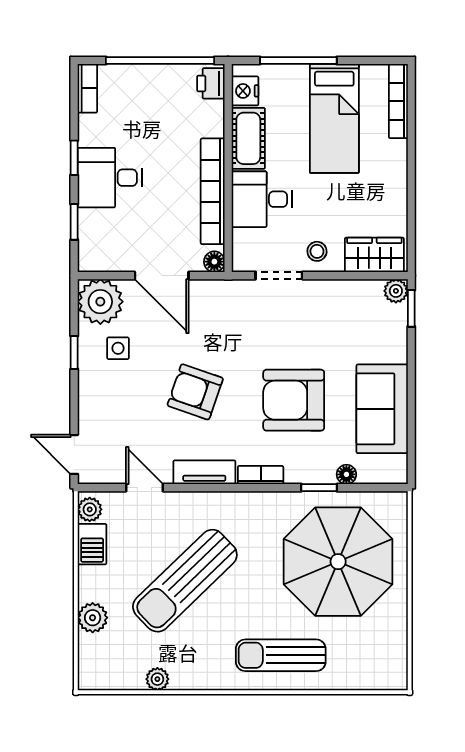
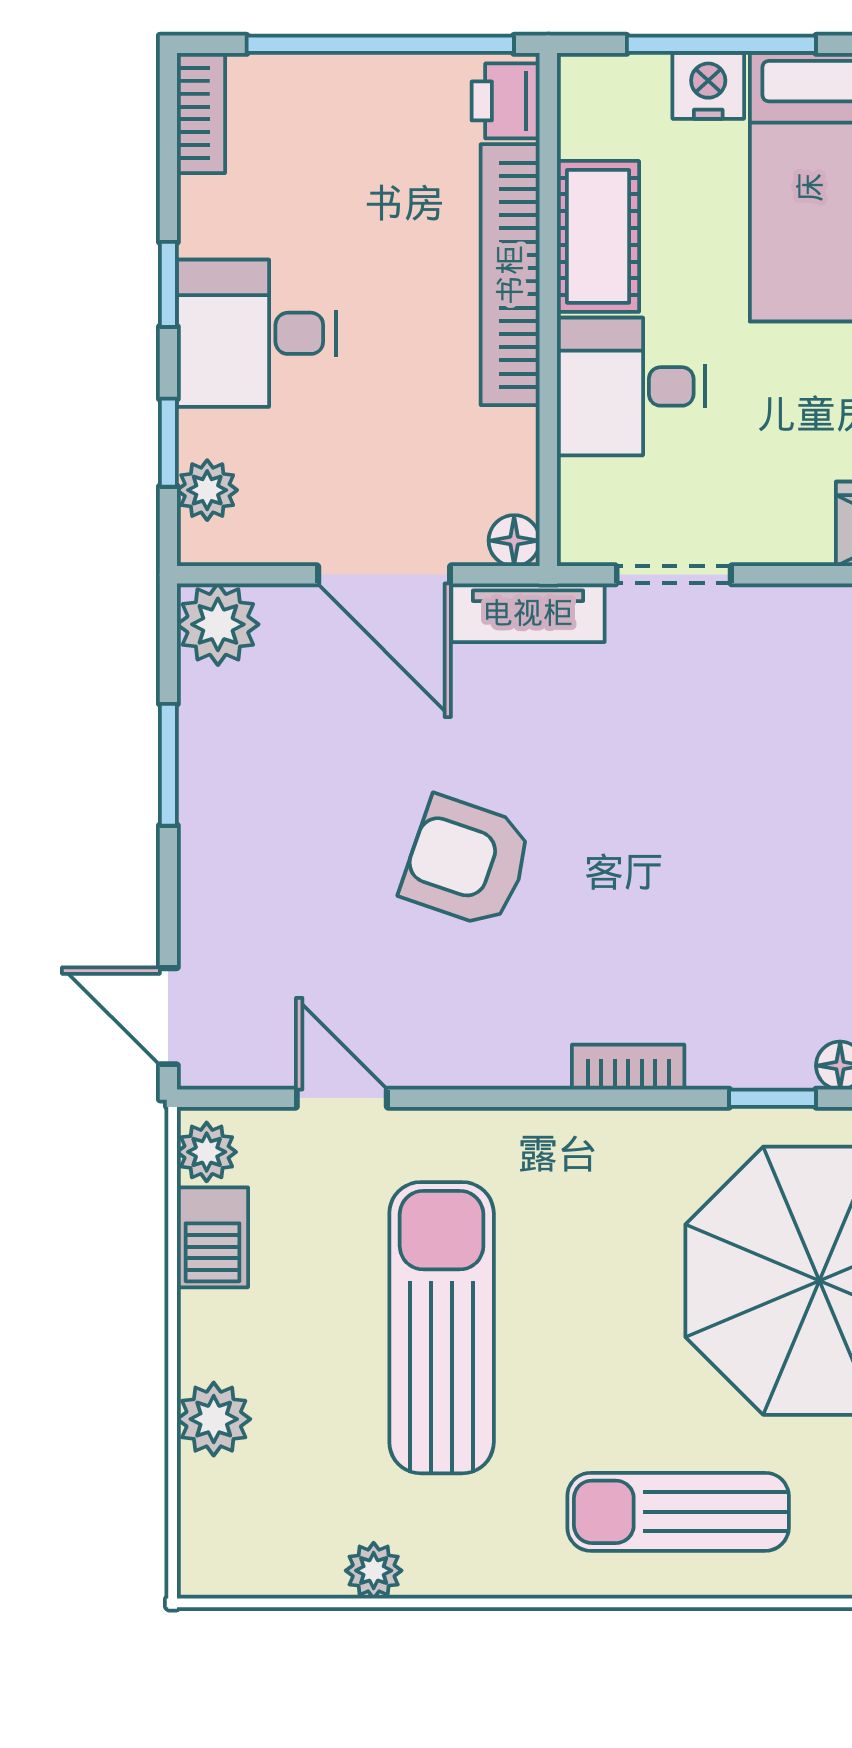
nightstand: (245, 91) -> (708, 86), moved, turned 90
bookcase: (213, 191) -> (510, 275), moved
plant: (90, 241) -> (207, 490), added
stool: (317, 251) -> (767, 515), removed
plant: (100, 302) -> (218, 624), width x0.73, depth x0.73
side table: (118, 348) -> (277, 754), removed
window: (74, 352) -> (168, 765), width x1.50
armchair: (294, 400) -> (710, 882), removed
tv unit: (204, 472) -> (528, 613), moved, turned 180
sun lounger: (185, 581) -> (442, 1328), turned 134

